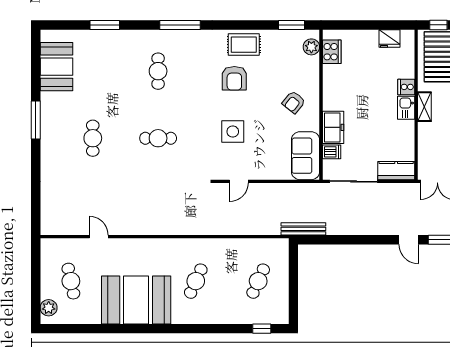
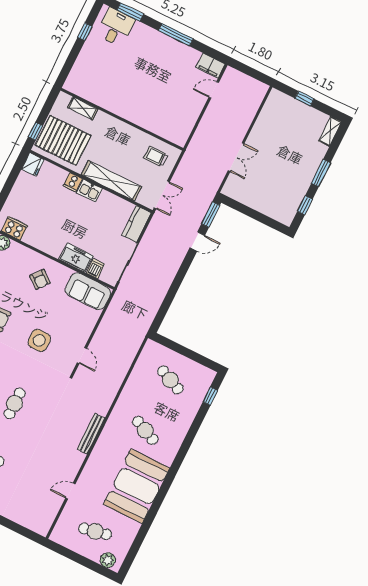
fridge: (389, 38) -> (33, 164), moved
shelving: (424, 107) -> (111, 181), width x2.20, depth x1.33
bench: (303, 229) -> (91, 434), moved

